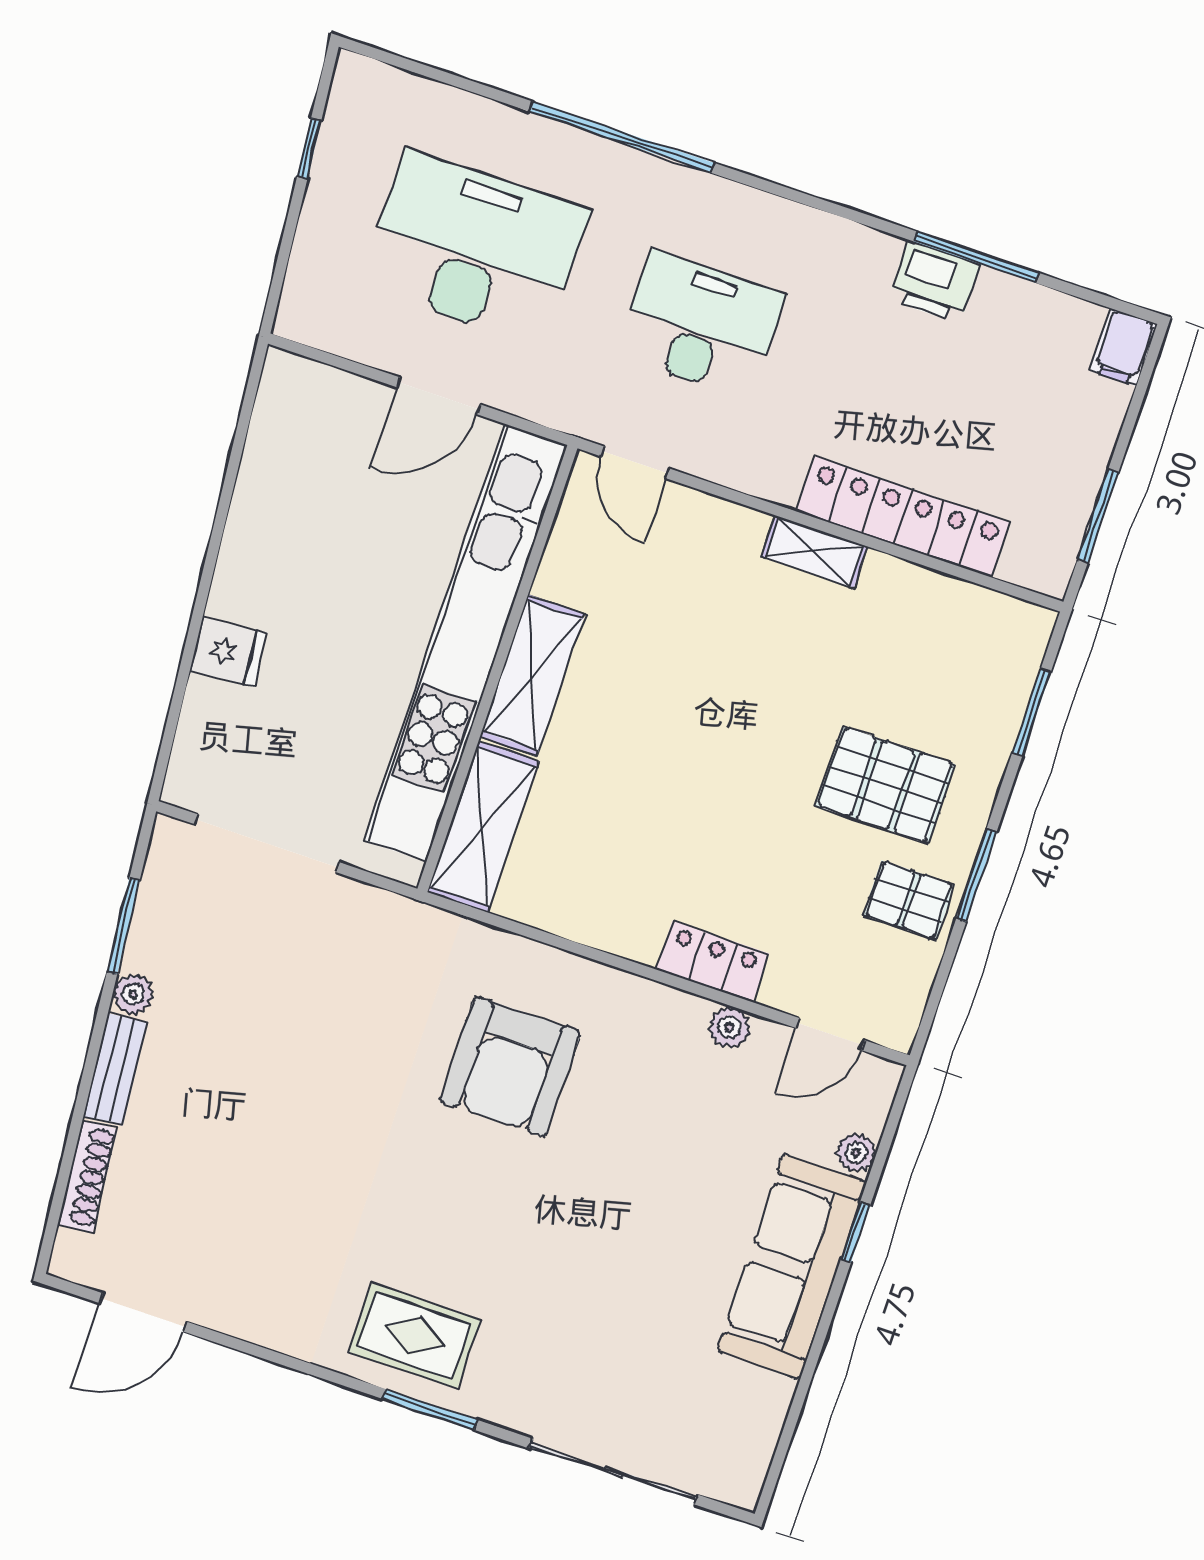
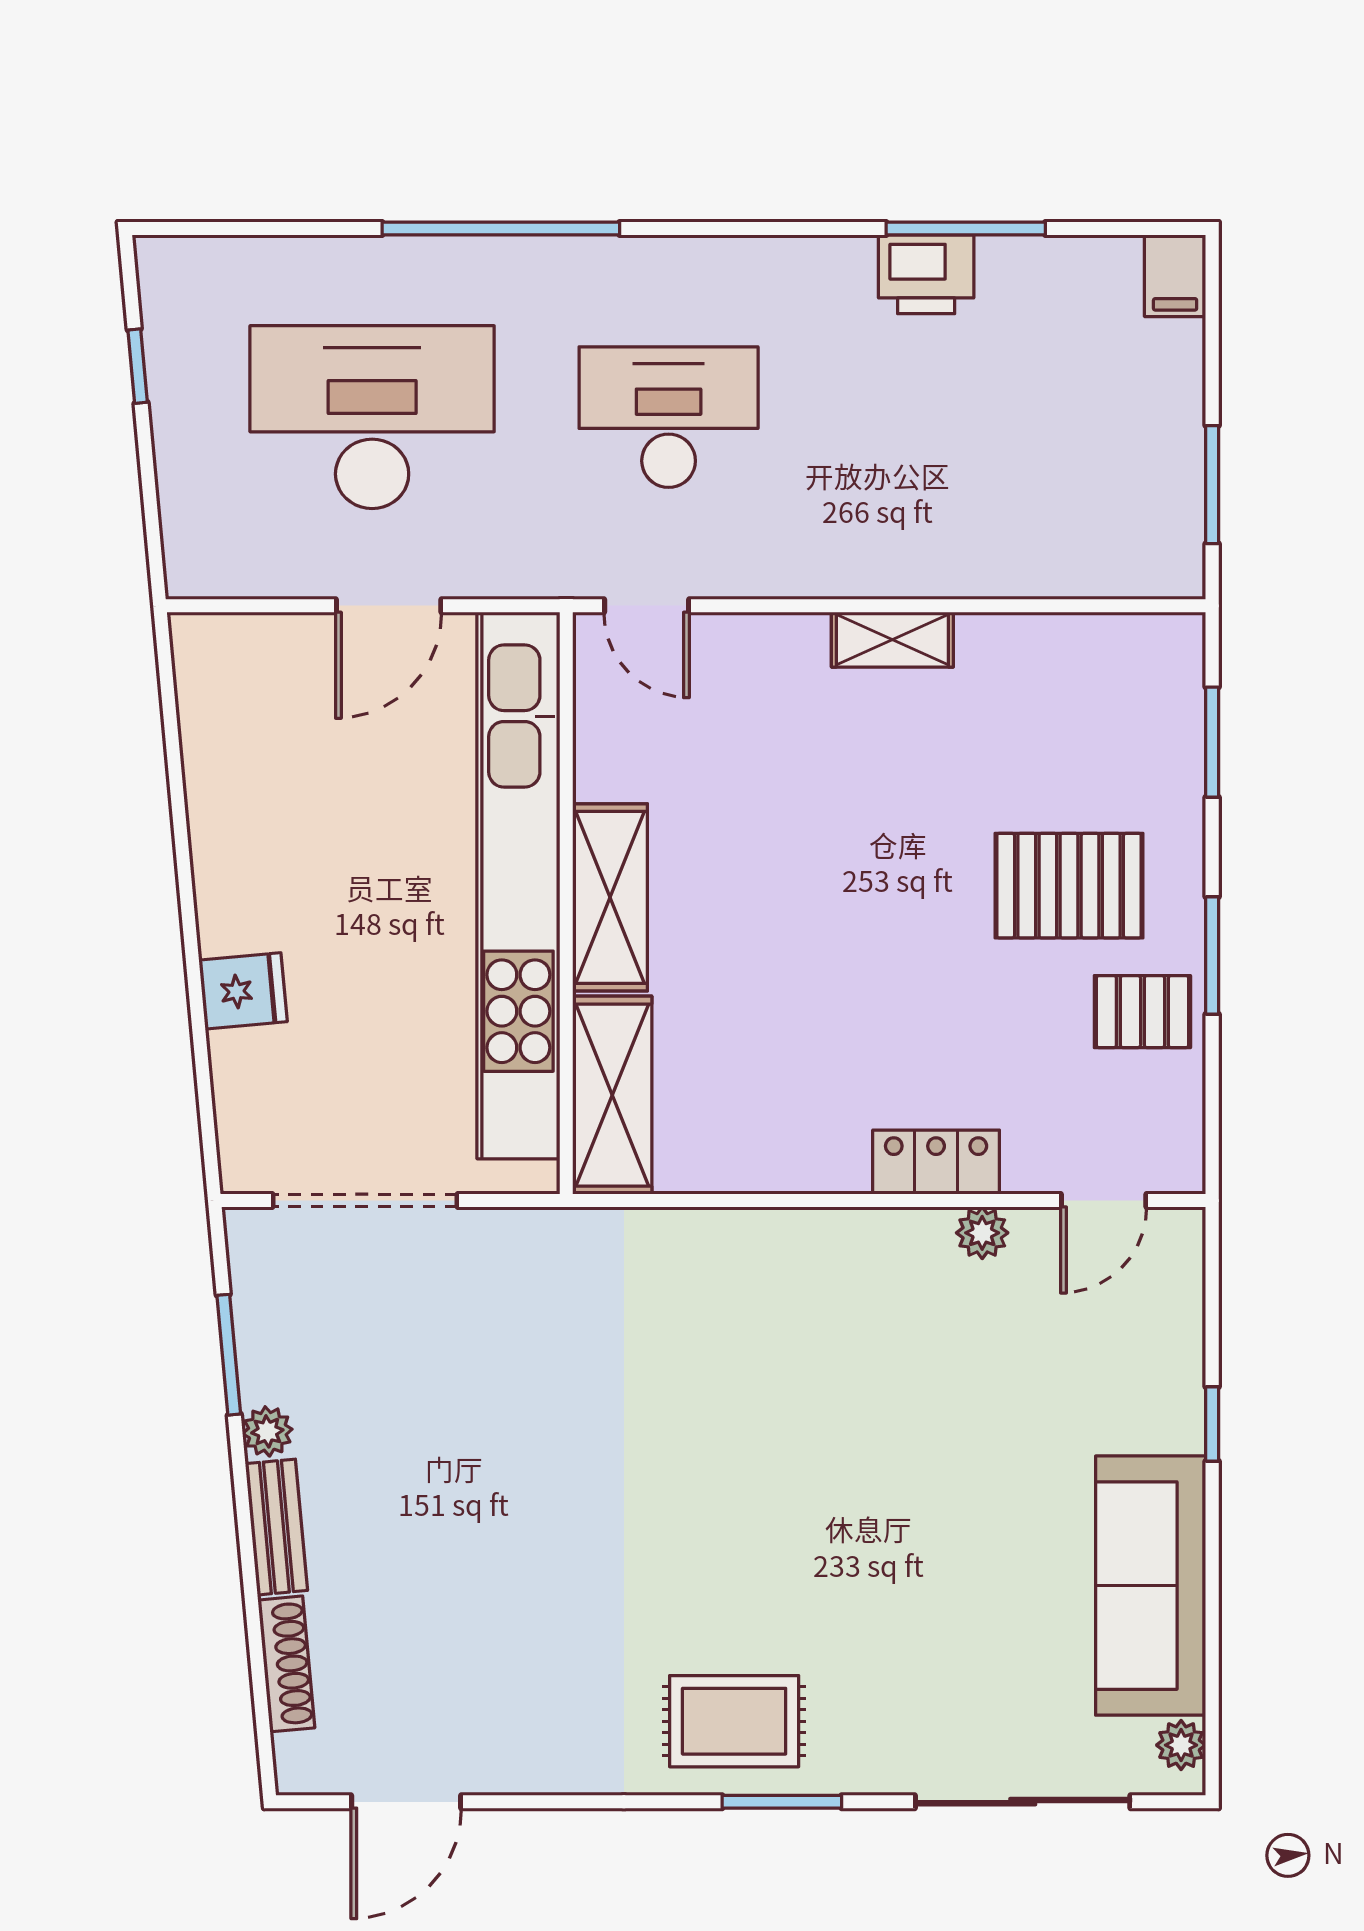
locker: (903, 517) -> (983, 563), removed
armchair: (510, 1067) -> (740, 1367), removed
plant: (856, 1153) -> (1181, 1745), moved
sofa: (792, 1266) -> (1151, 1586), moved

